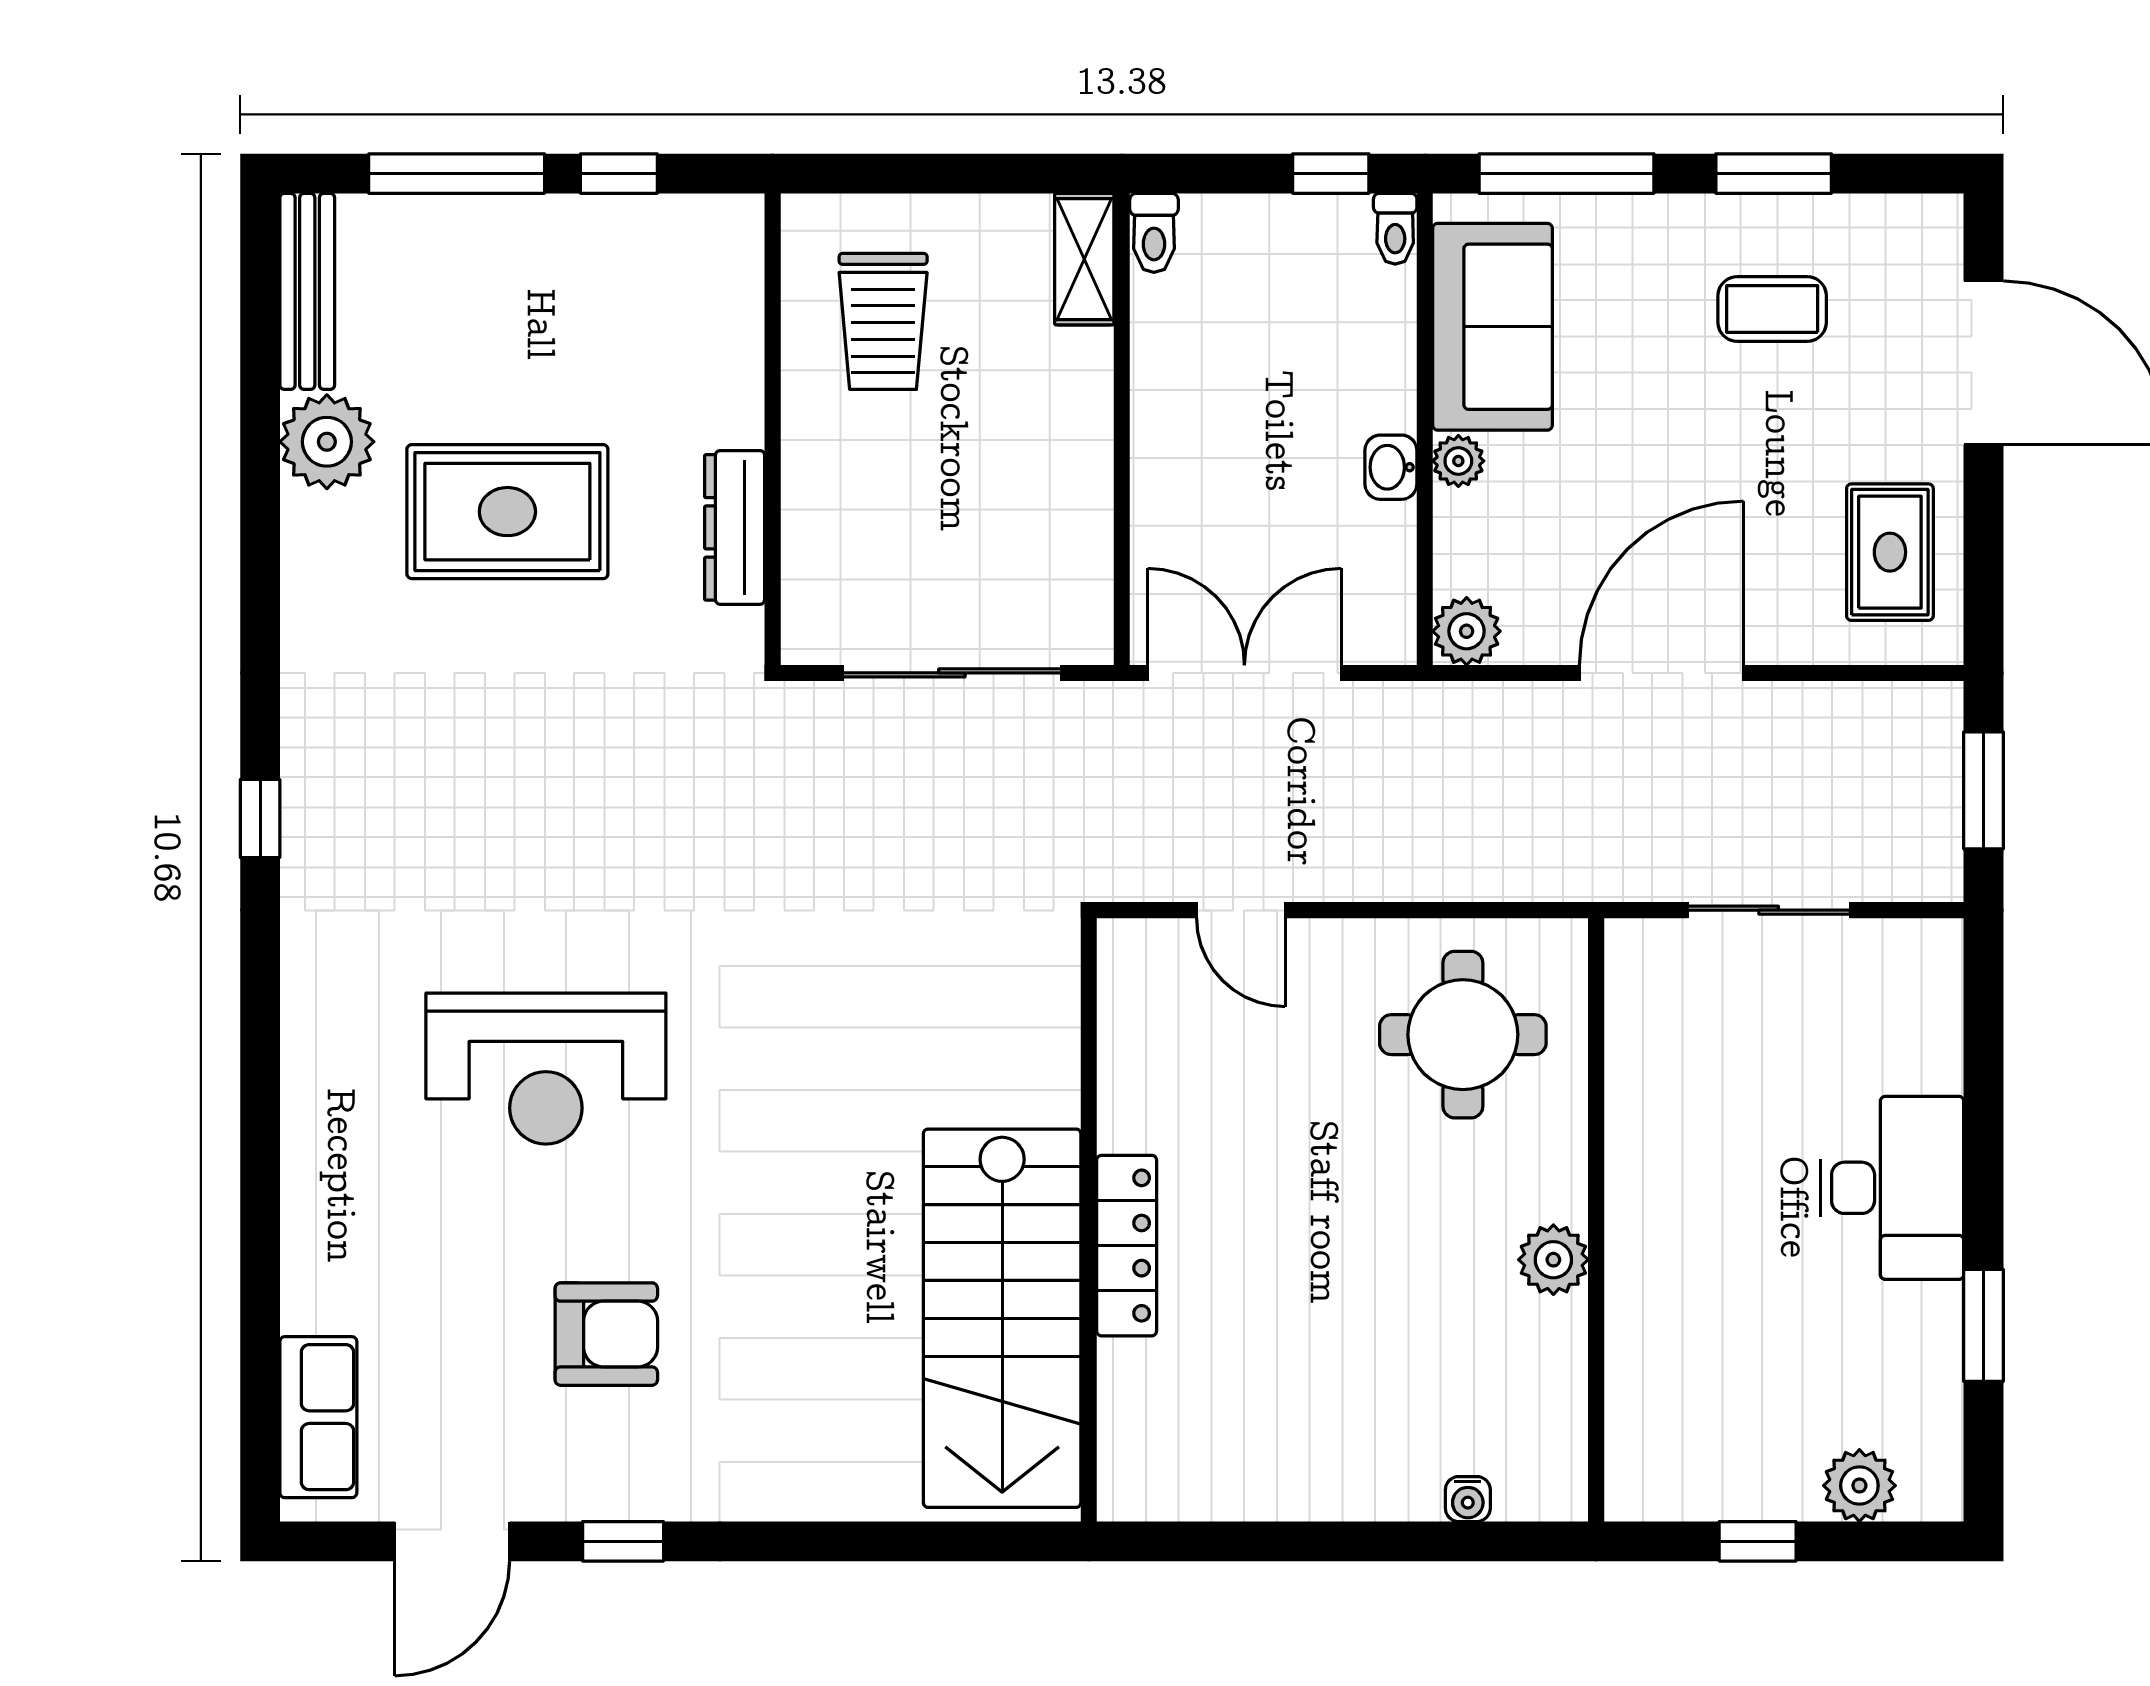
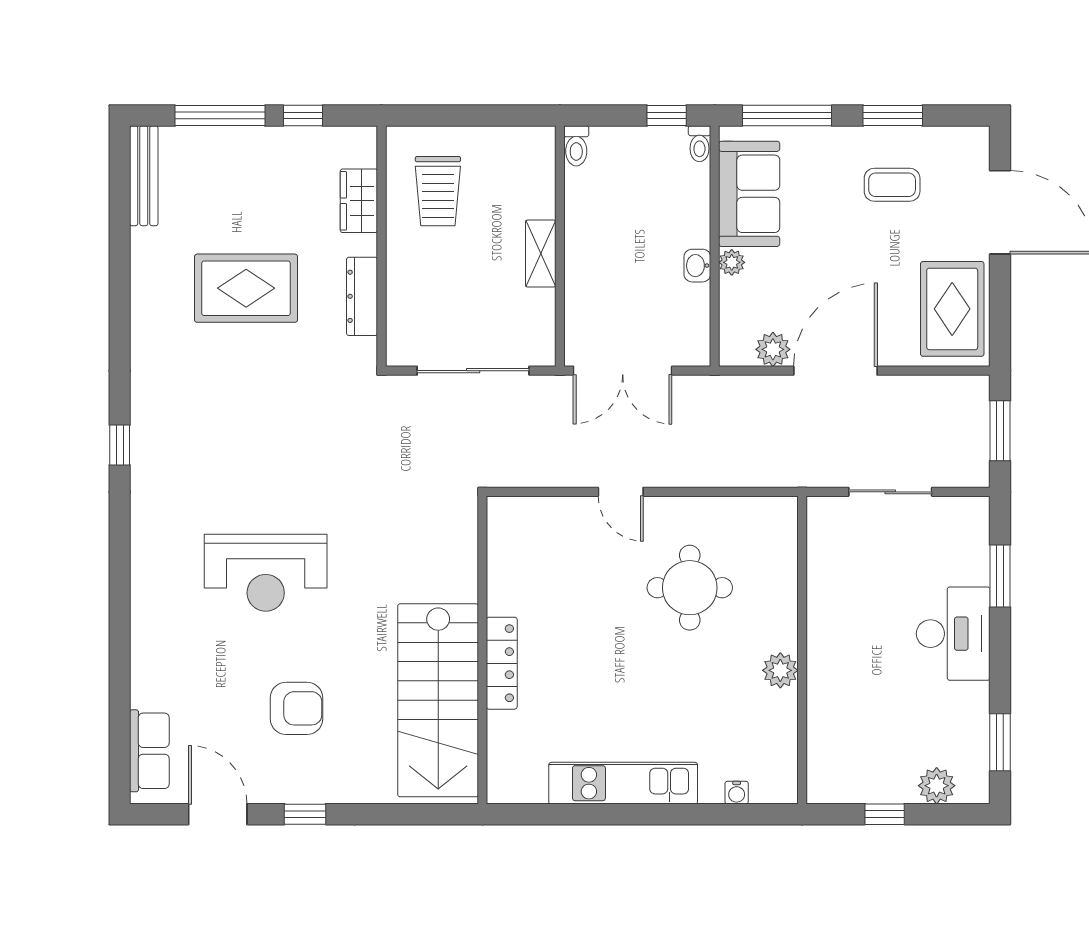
shelving: (1084, 259) -> (541, 254), moved
wardrobe: (728, 340) -> (359, 201), added
plant: (327, 442) -> (154, 253), removed
rug: (1890, 552) -> (952, 309), width x1.36, depth x1.43
plant: (1467, 631) -> (773, 349), moved
double door: (1244, 673) -> (623, 371), swing flipped
round table: (1463, 1035) -> (690, 588), moved
window: (1984, 1075) -> (1000, 576), added
wall: (1089, 1220) -> (482, 650), moved
locker: (1127, 1246) -> (502, 663), moved
stairs: (1002, 1318) -> (438, 700), moved
window: (1984, 1325) -> (1000, 742), moved
kitchen unit: (1246, 1481) -> (623, 783), added
door: (452, 1541) -> (218, 814), swing flipped

